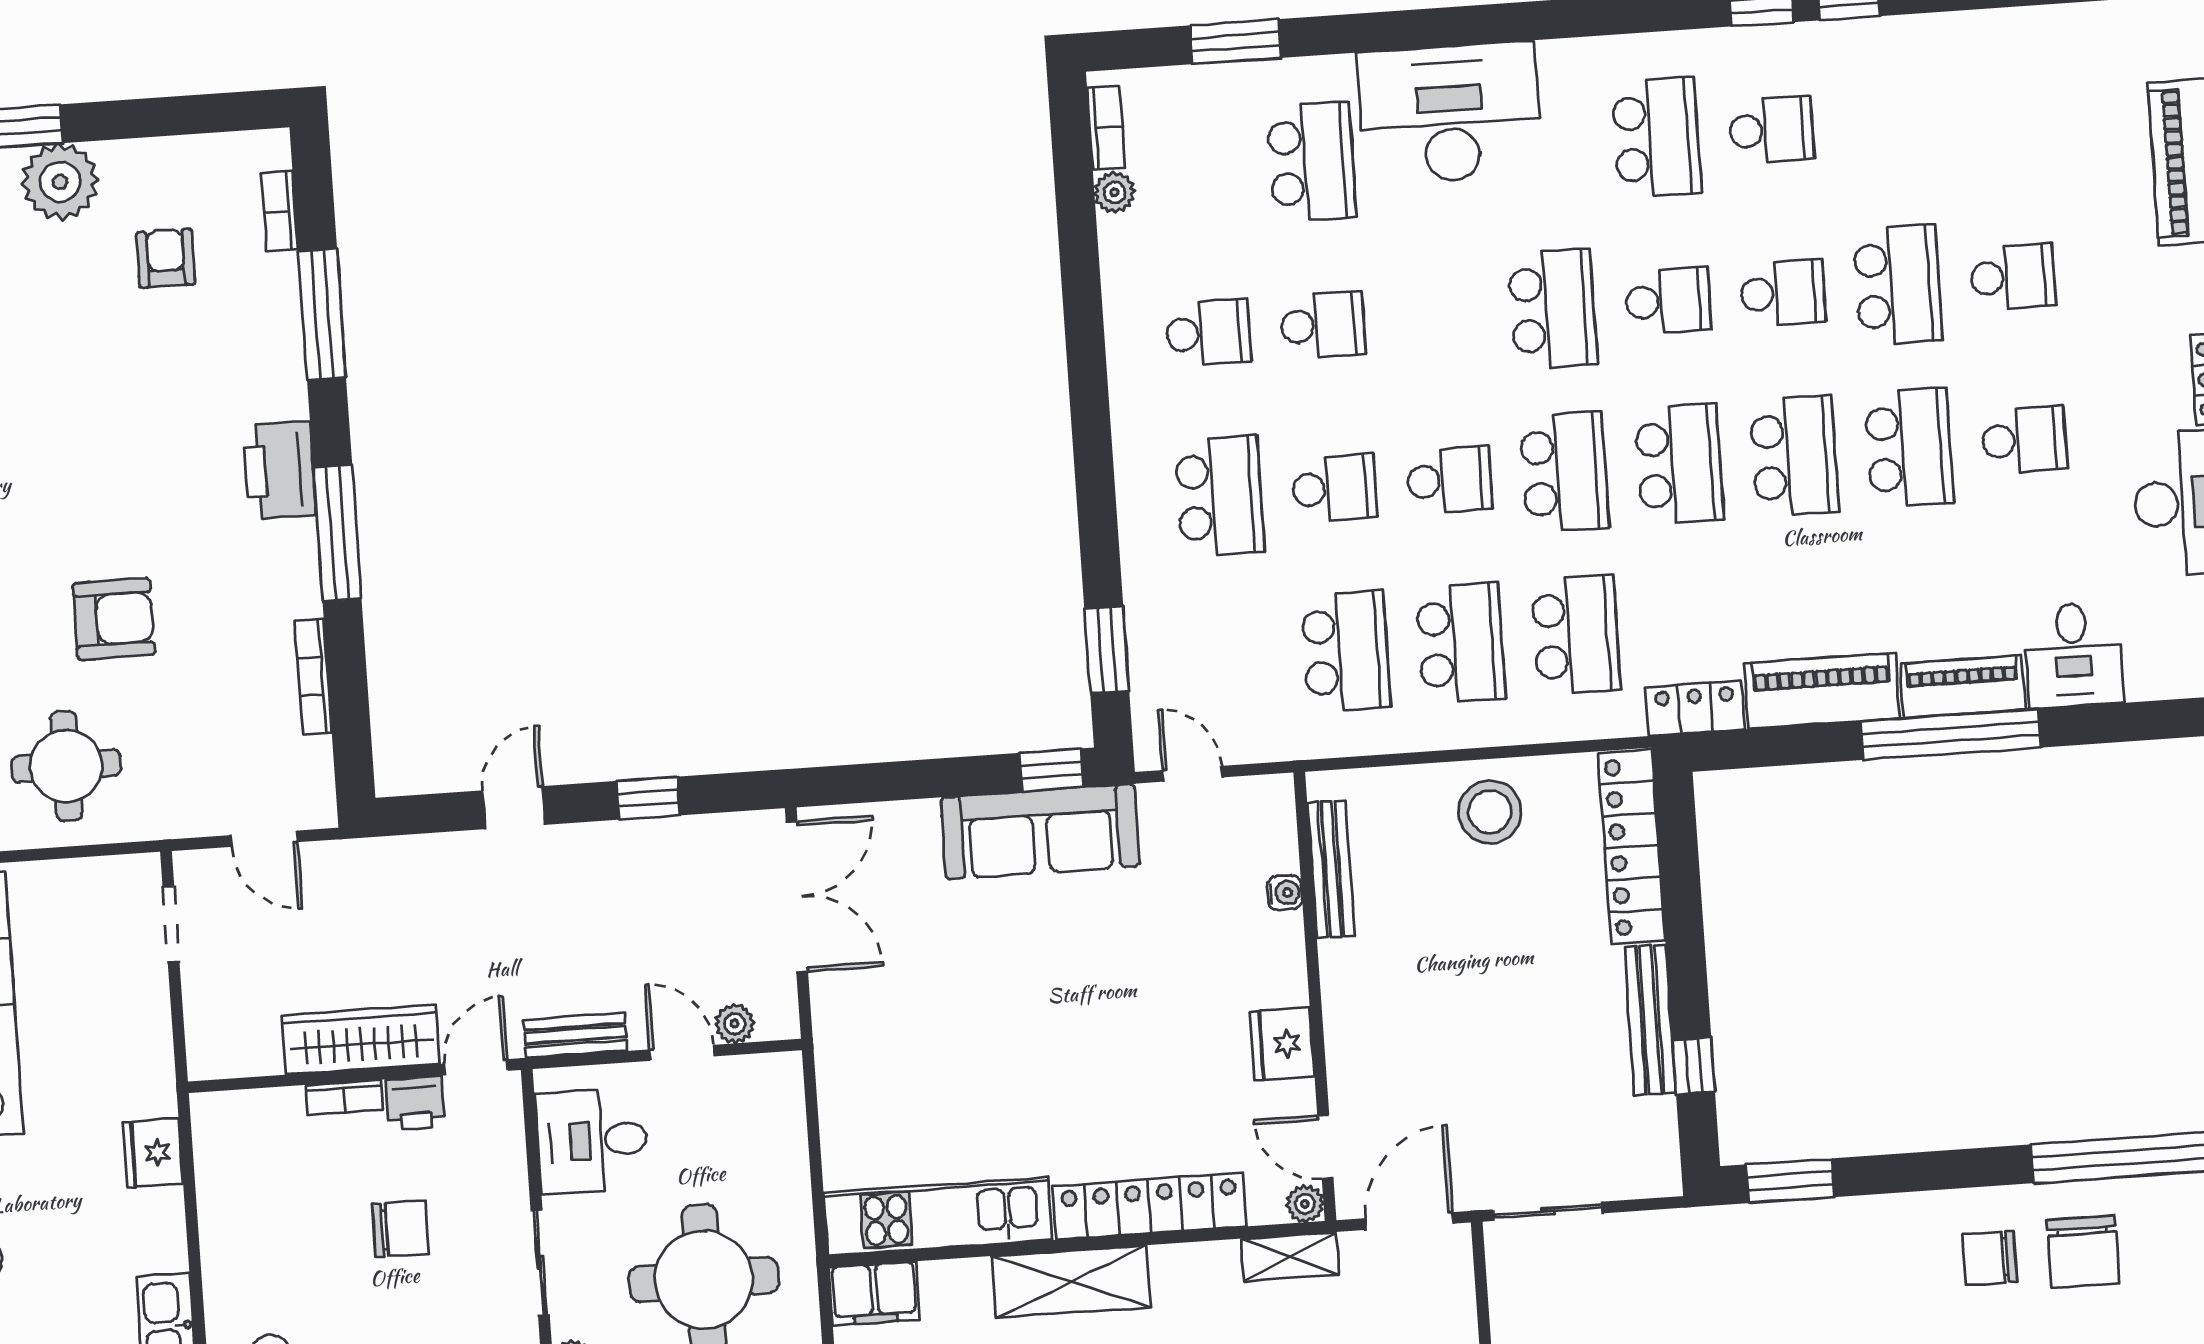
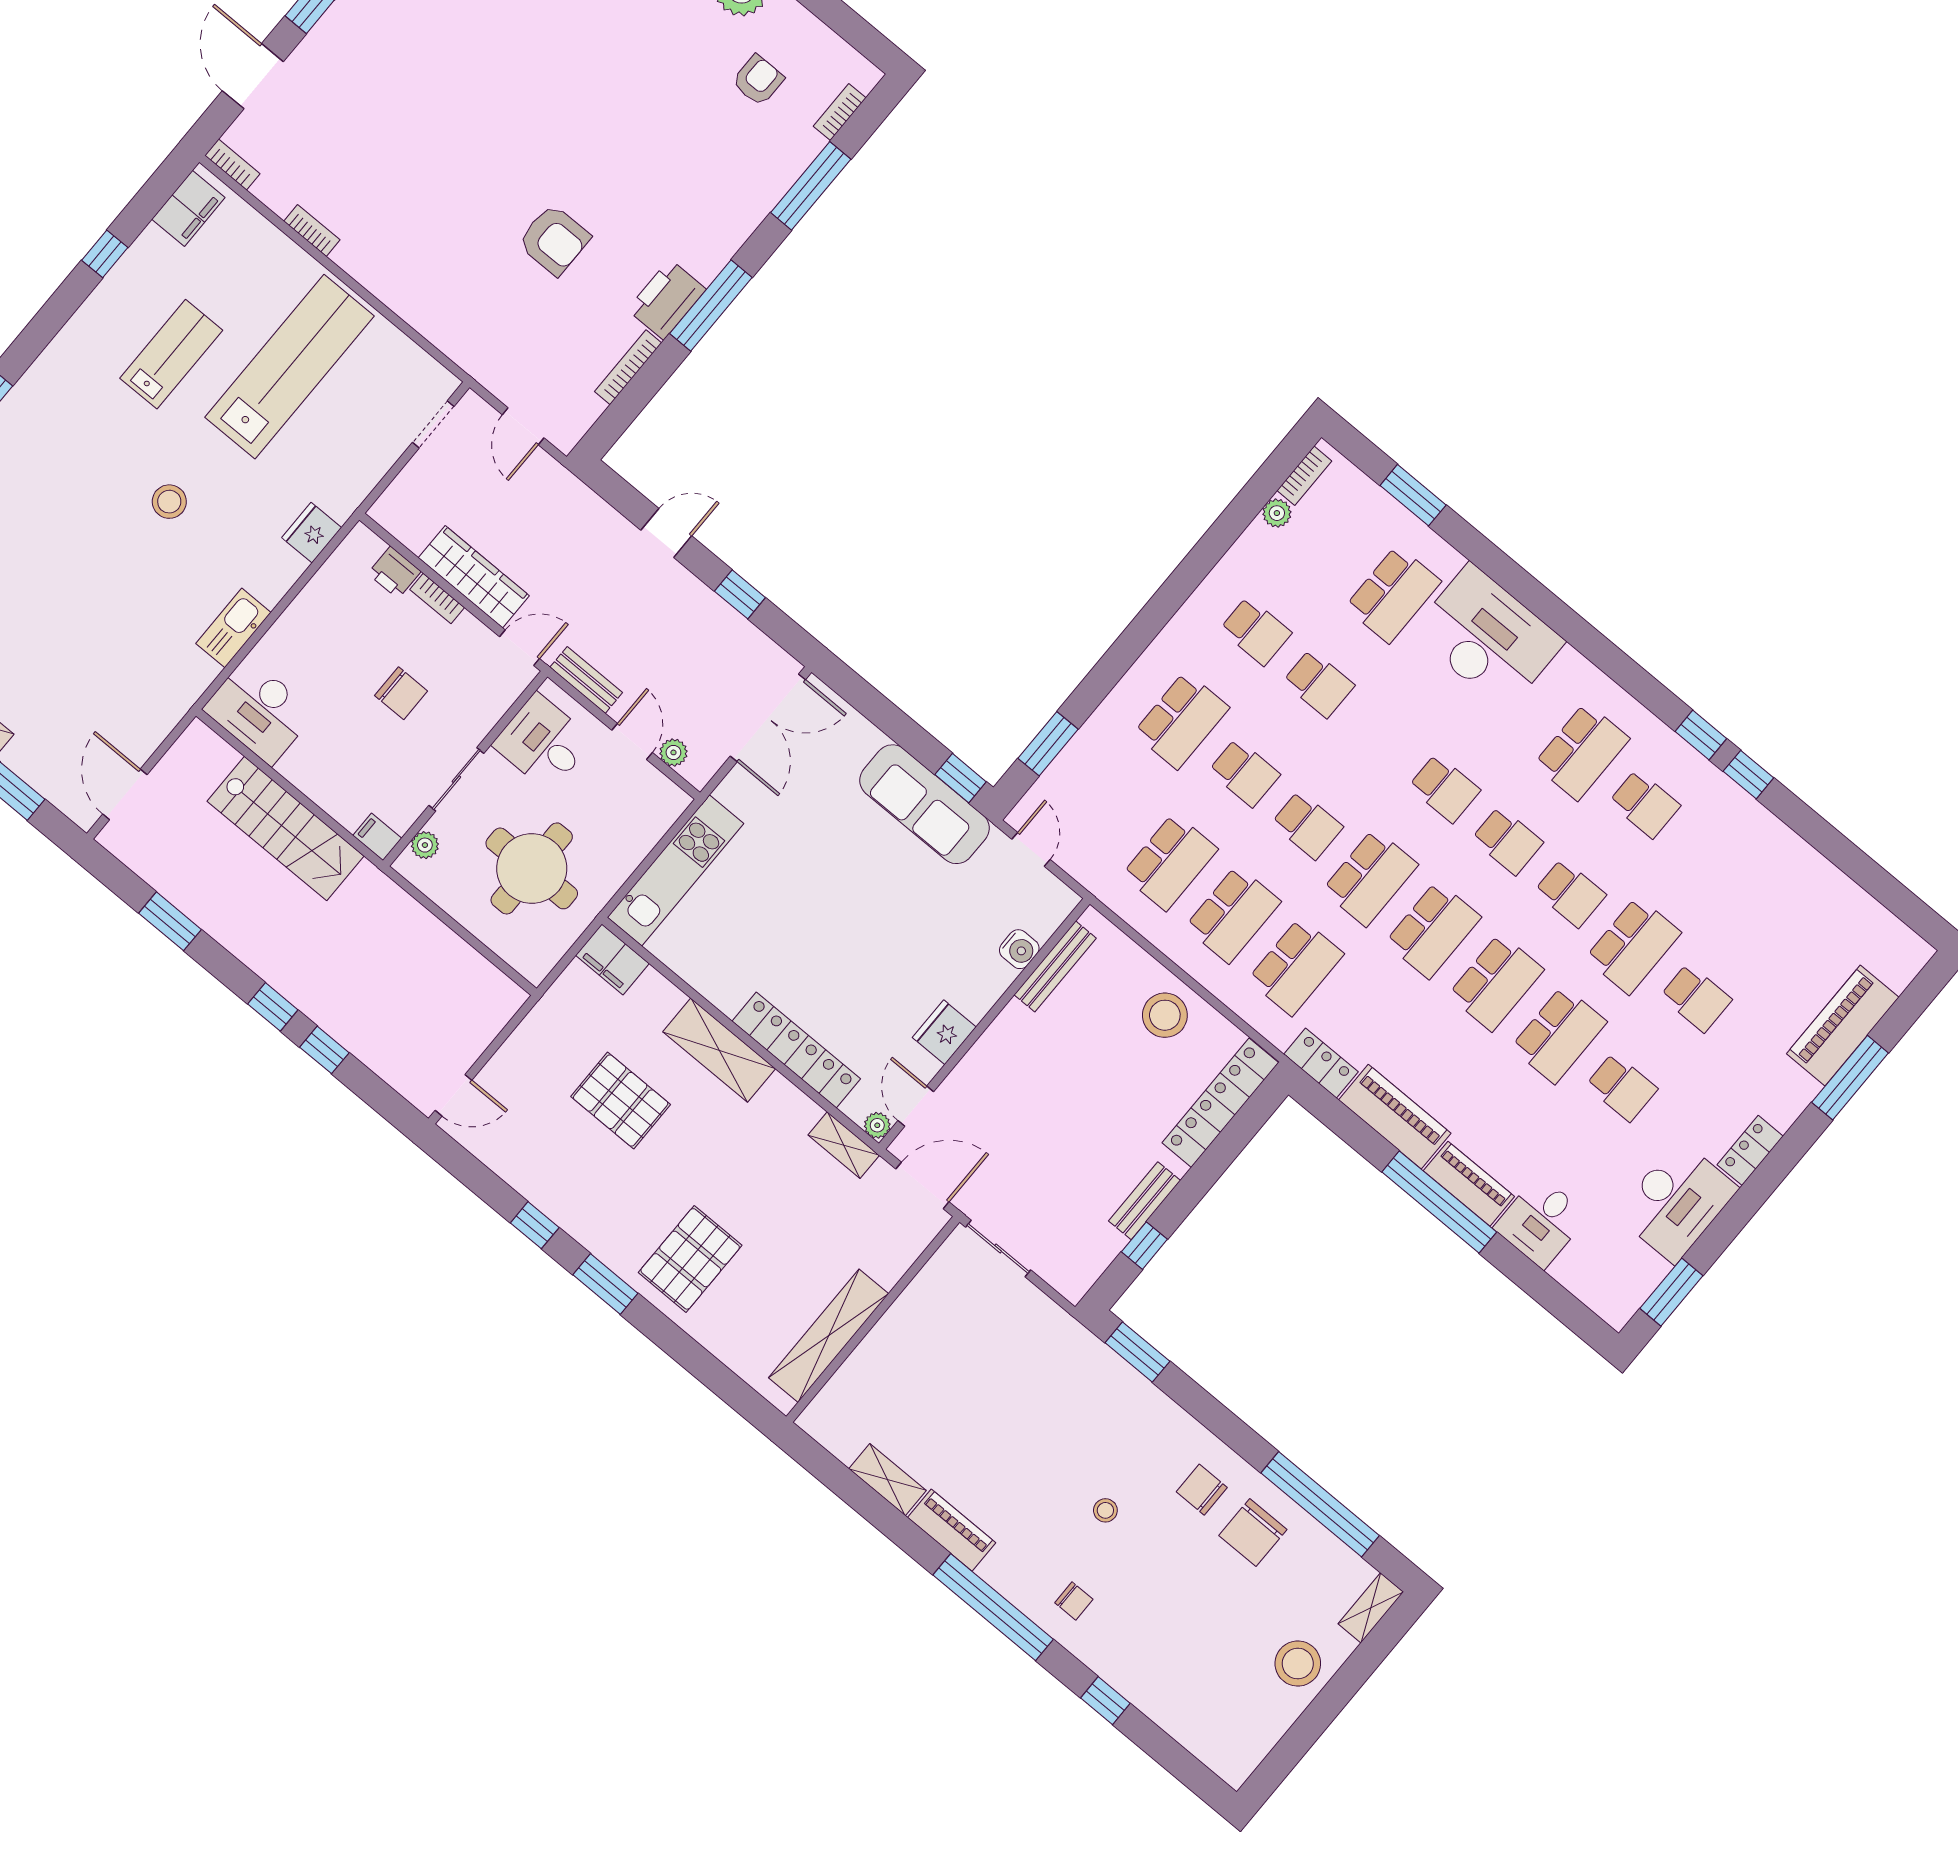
school desk: (1553, 309) -> (1444, 788), width x0.54
printer: (279, 470) -> (667, 299), moved
round table: (66, 766) -> (457, 292), removed
water cooler: (1285, 893) -> (1019, 949), width x1.38, depth x1.38
bench: (1650, 1020) -> (1145, 1201), width x0.73
printer: (415, 1103) -> (394, 572), moved
kitchen unit: (938, 1216) -> (675, 870), moved, turned 90

